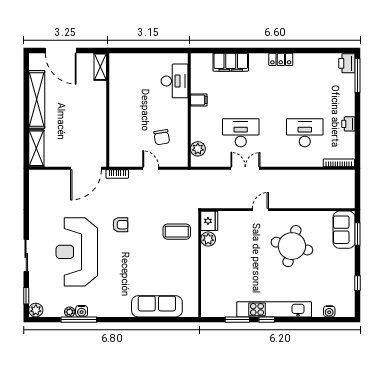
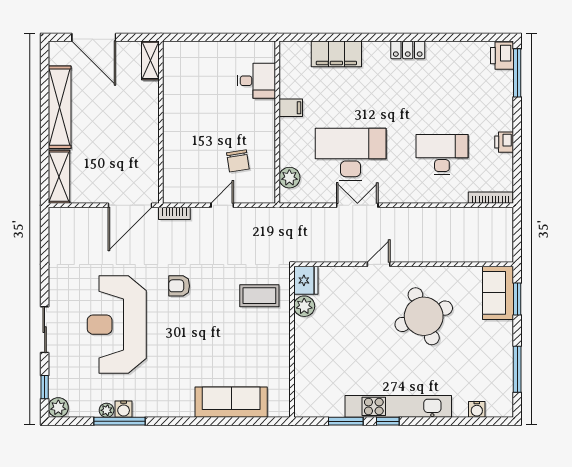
desk: (175, 81) -> (256, 81), width x0.73
desk: (241, 133) -> (351, 155), width x1.36, depth x1.30
door: (151, 168) -> (222, 205), hinge flipped
armchair: (121, 225) -> (179, 286), turned 180
round table: (292, 246) -> (424, 316), turned -35
window: (357, 283) -> (517, 369), width x2.17

